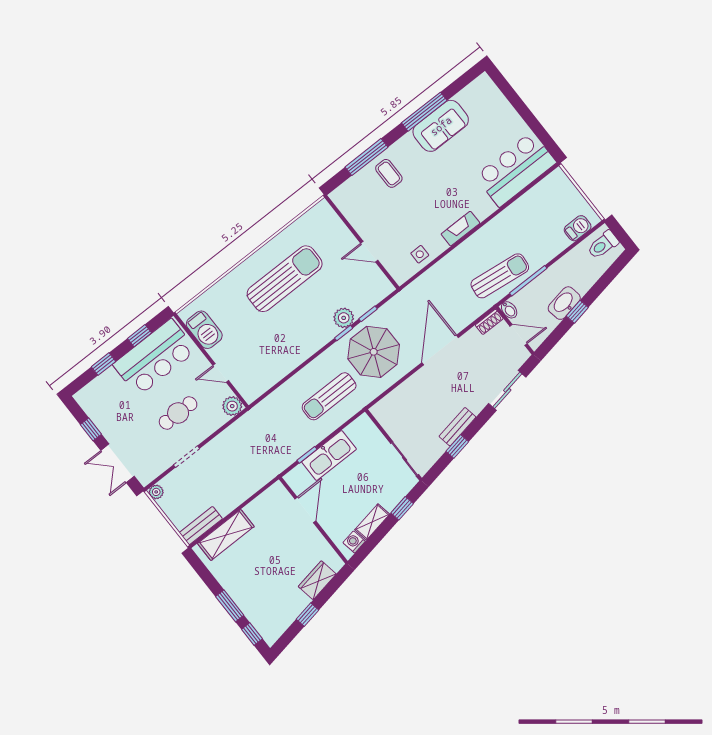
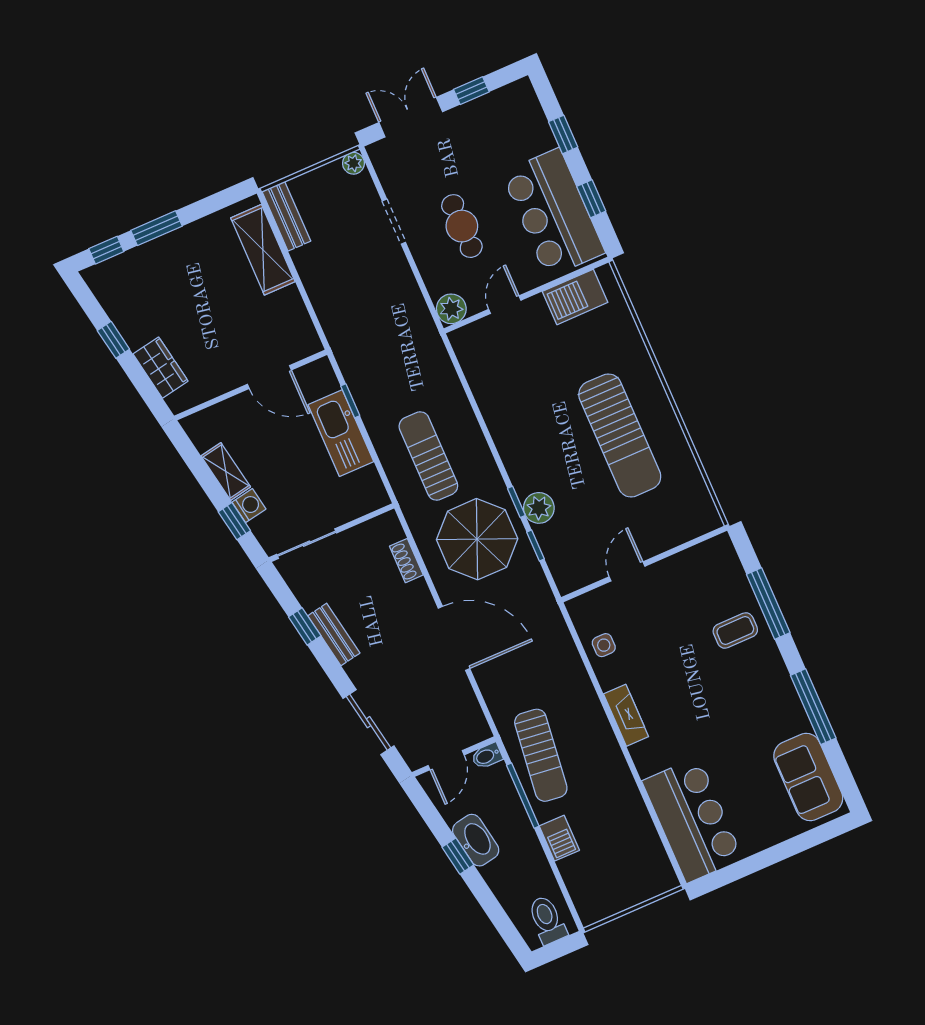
sofa: (441, 126) -> (808, 777), moved
barbecue: (578, 228) -> (559, 838), moved
shoe rack: (489, 322) -> (406, 561), moved
washing machine: (354, 542) -> (249, 506), moved

